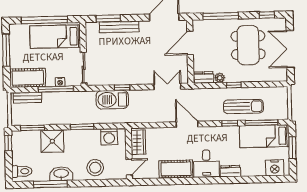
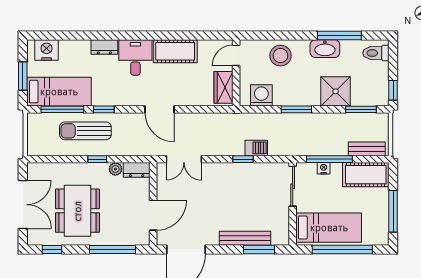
barbecue: (112, 100) -> (256, 148), width x0.53, depth x0.65

